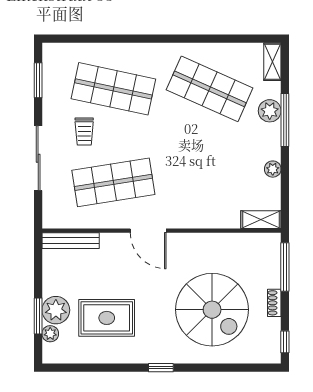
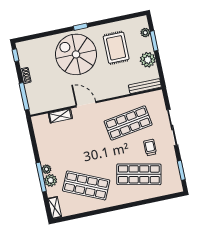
plant: (273, 169) -> (46, 169), moved
shelving: (261, 220) -> (60, 116), moved
door: (148, 231) -> (86, 104), moved
plant: (56, 310) -> (148, 60), moved
spiral stairs: (212, 310) -> (76, 54), moved
rug: (107, 318) -> (116, 48), turned 90

